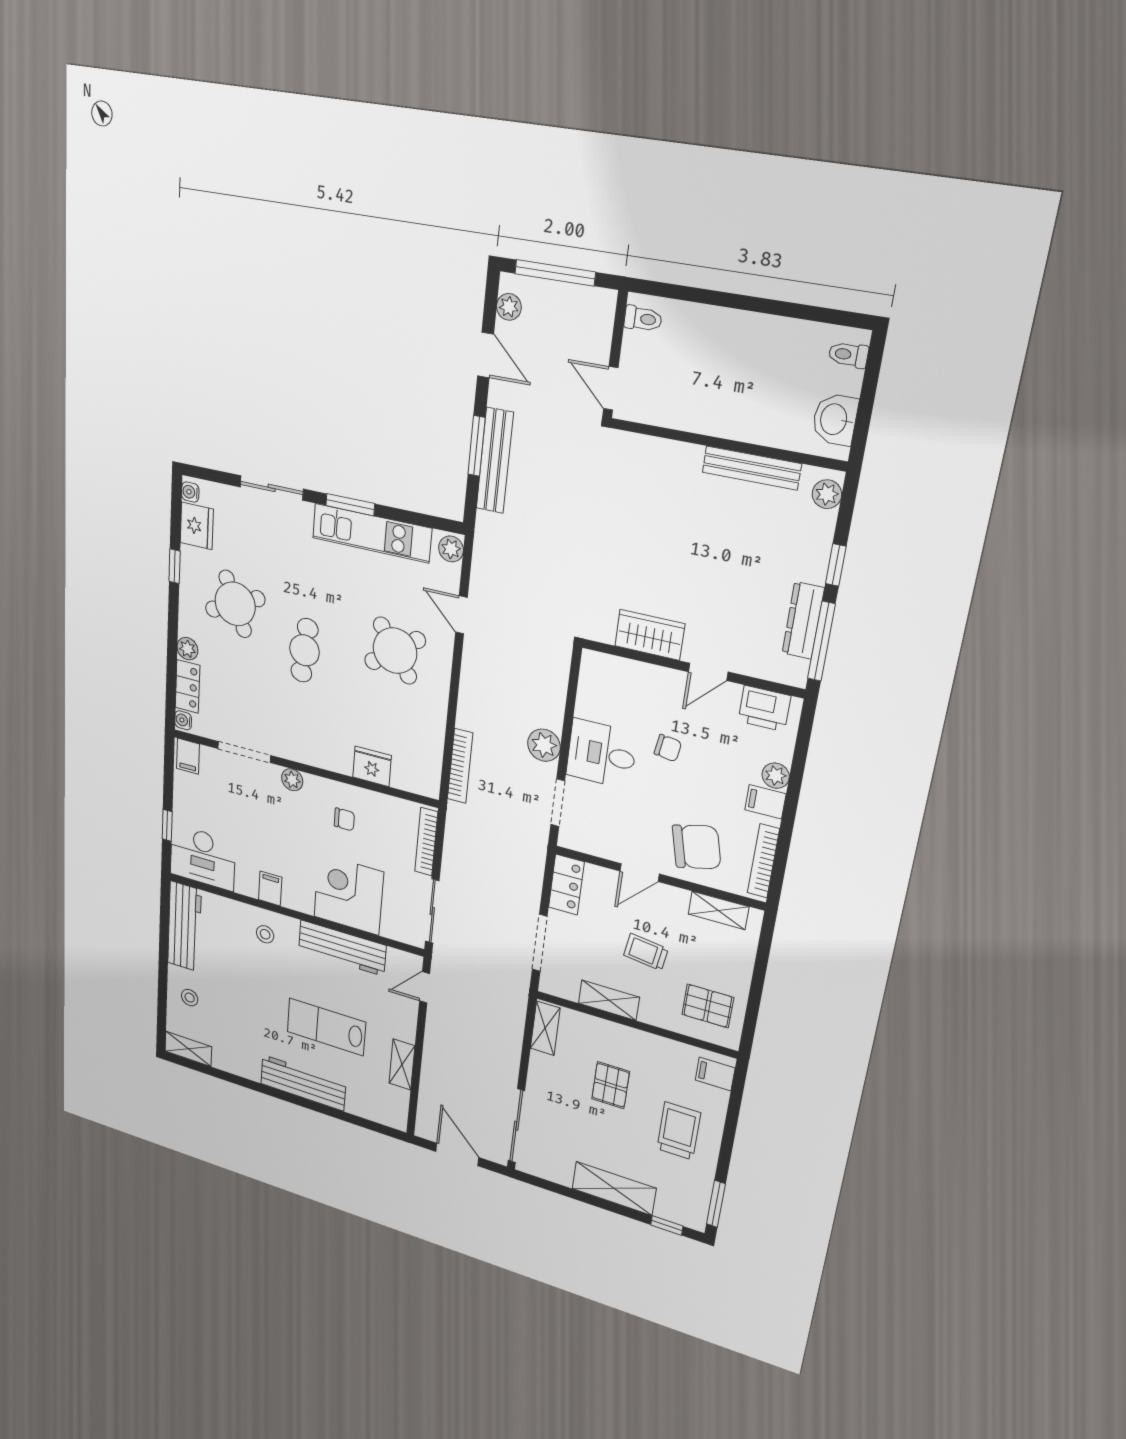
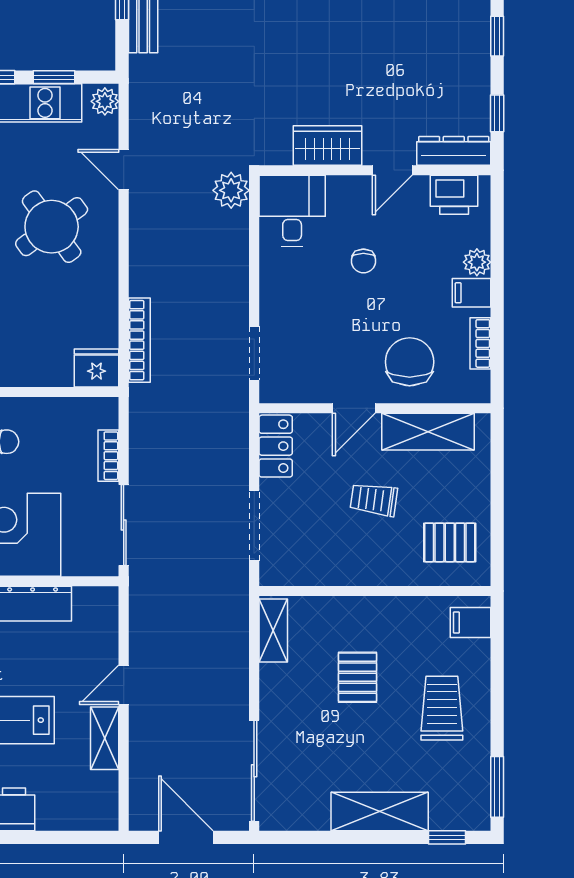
window: (408, 517) -> (54, 77), added
dresser: (803, 621) -> (454, 151), moved, turned 90
window: (821, 641) -> (497, 113), width x0.46
plant: (544, 745) -> (231, 190), moved
chair: (668, 748) -> (363, 261), turned 82
desk: (601, 754) -> (292, 211), moved, turned 90
fridge: (372, 766) -> (97, 368), moved
bookcase: (426, 842) -> (108, 456), width x0.64
chair: (697, 847) -> (410, 362), turned -76
bookcase: (763, 861) -> (480, 343), width x0.64
shelving: (718, 910) -> (428, 432), width x1.50, depth x1.33
door: (425, 987) -> (124, 685), moved
shelving: (609, 1000) -> (341, 571), removed

